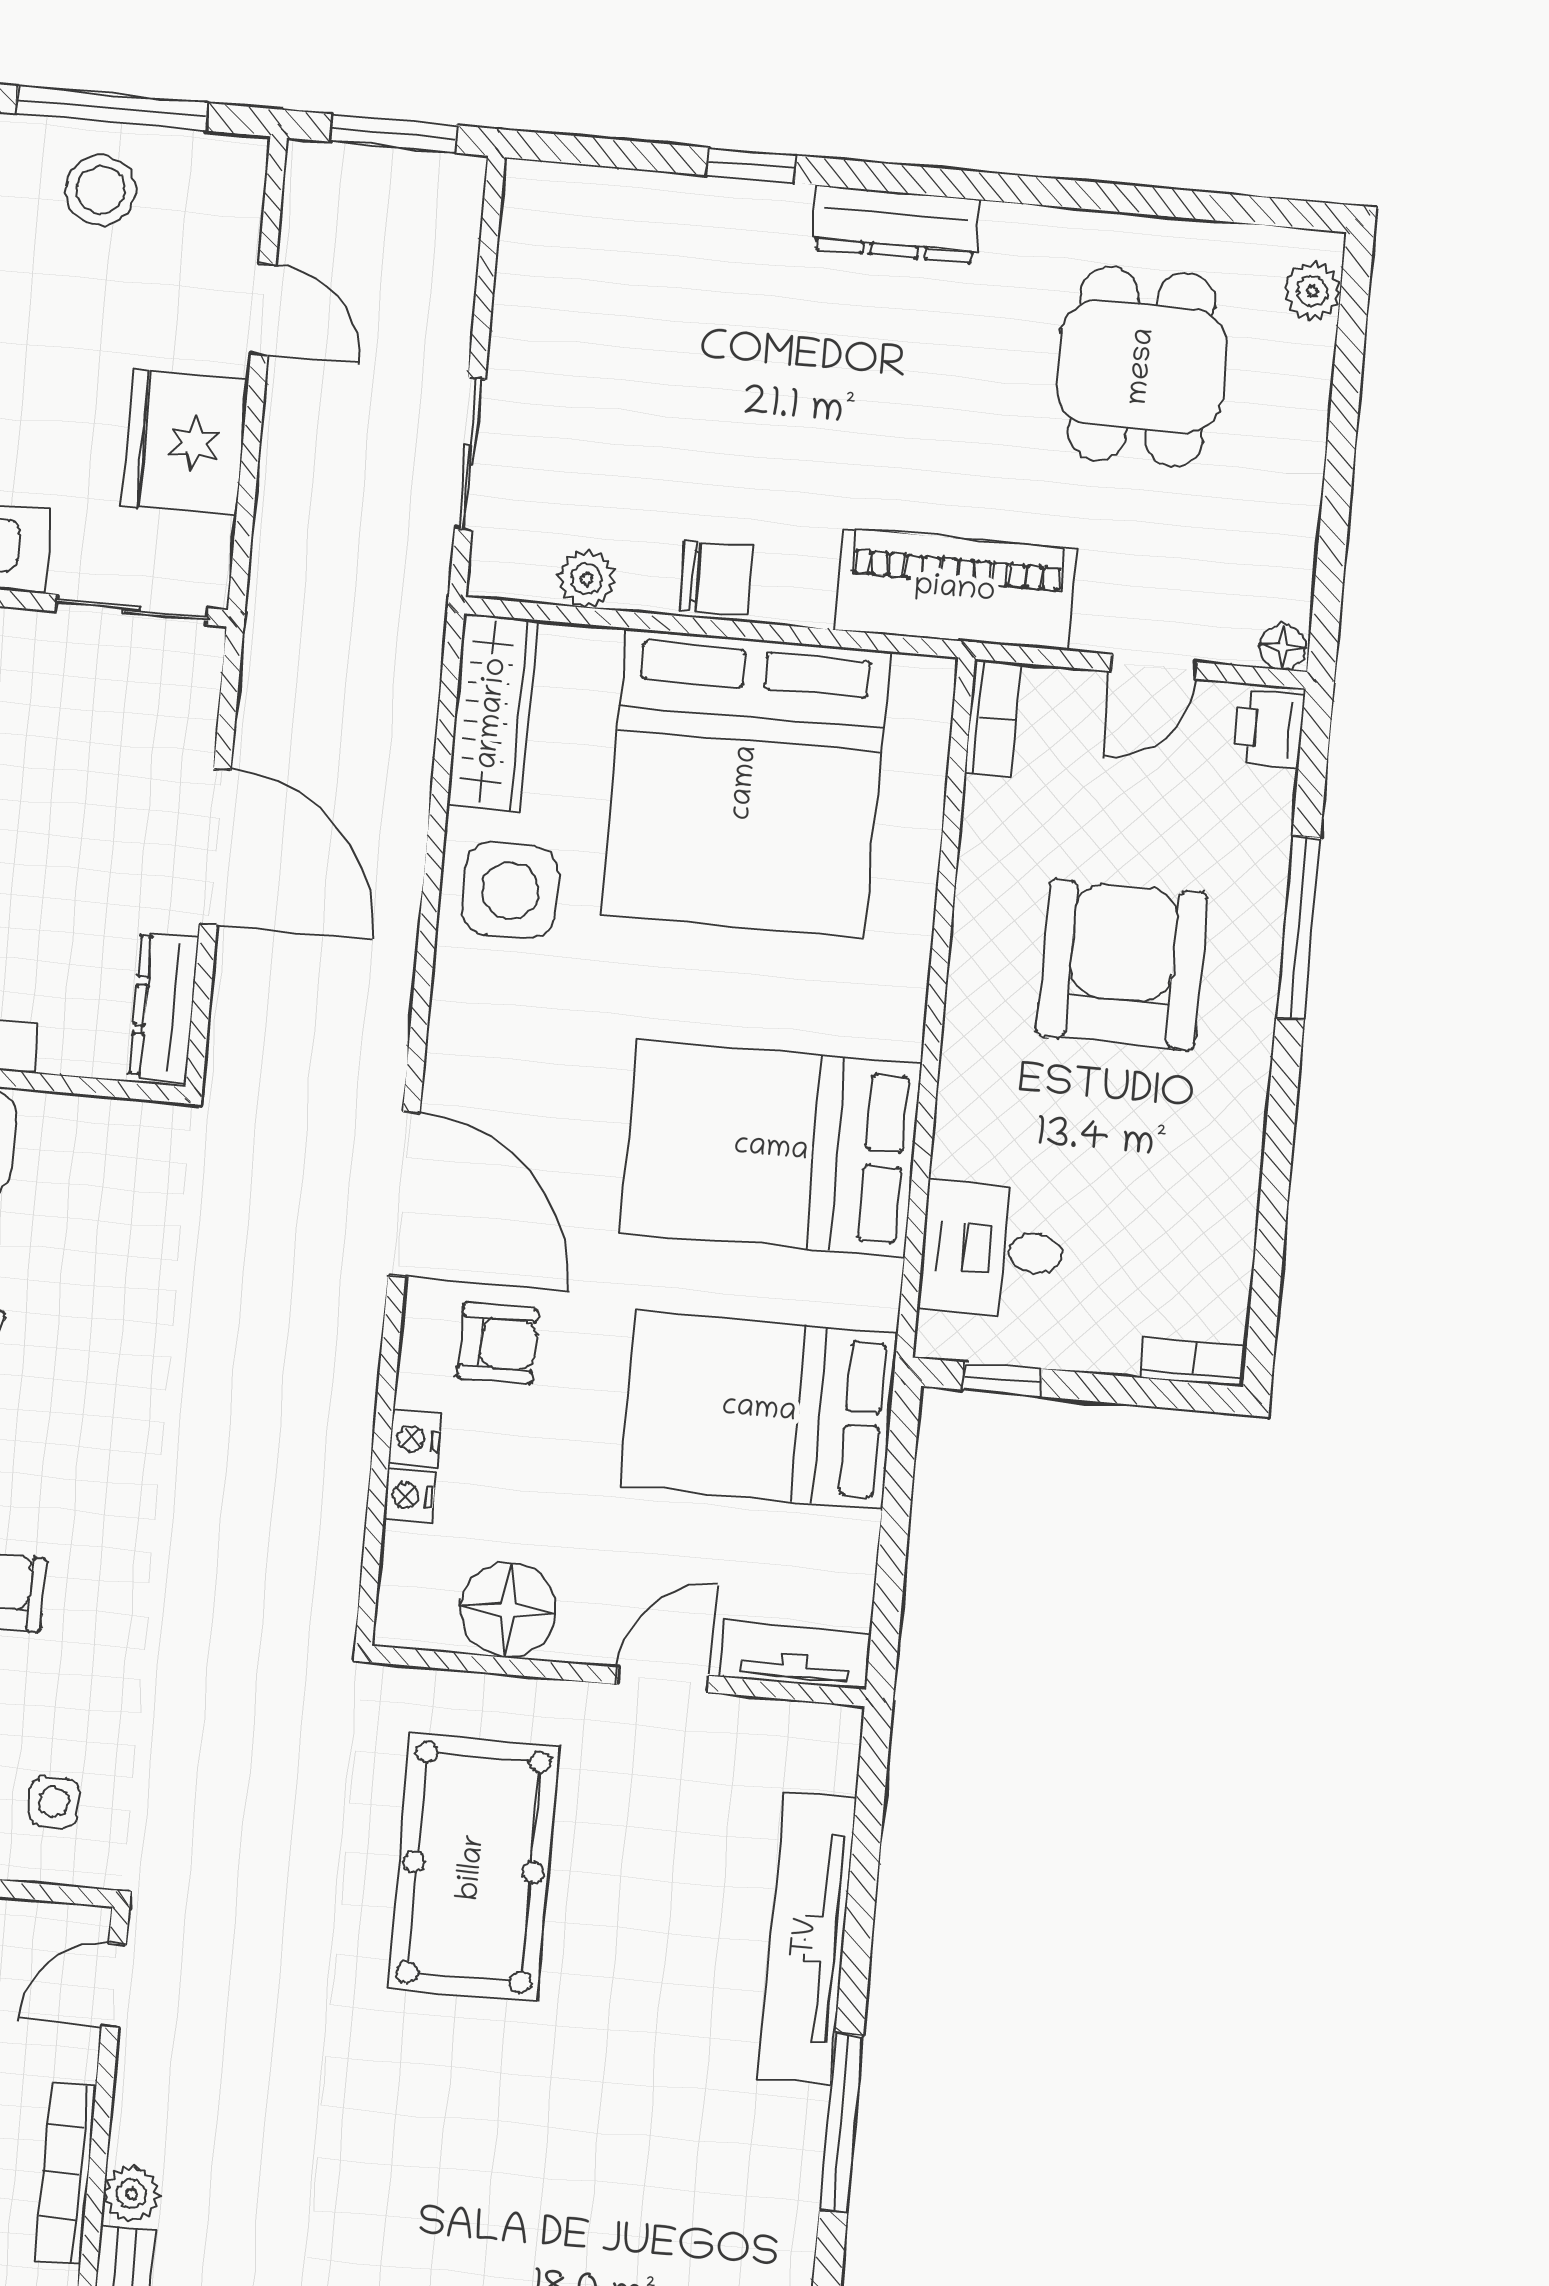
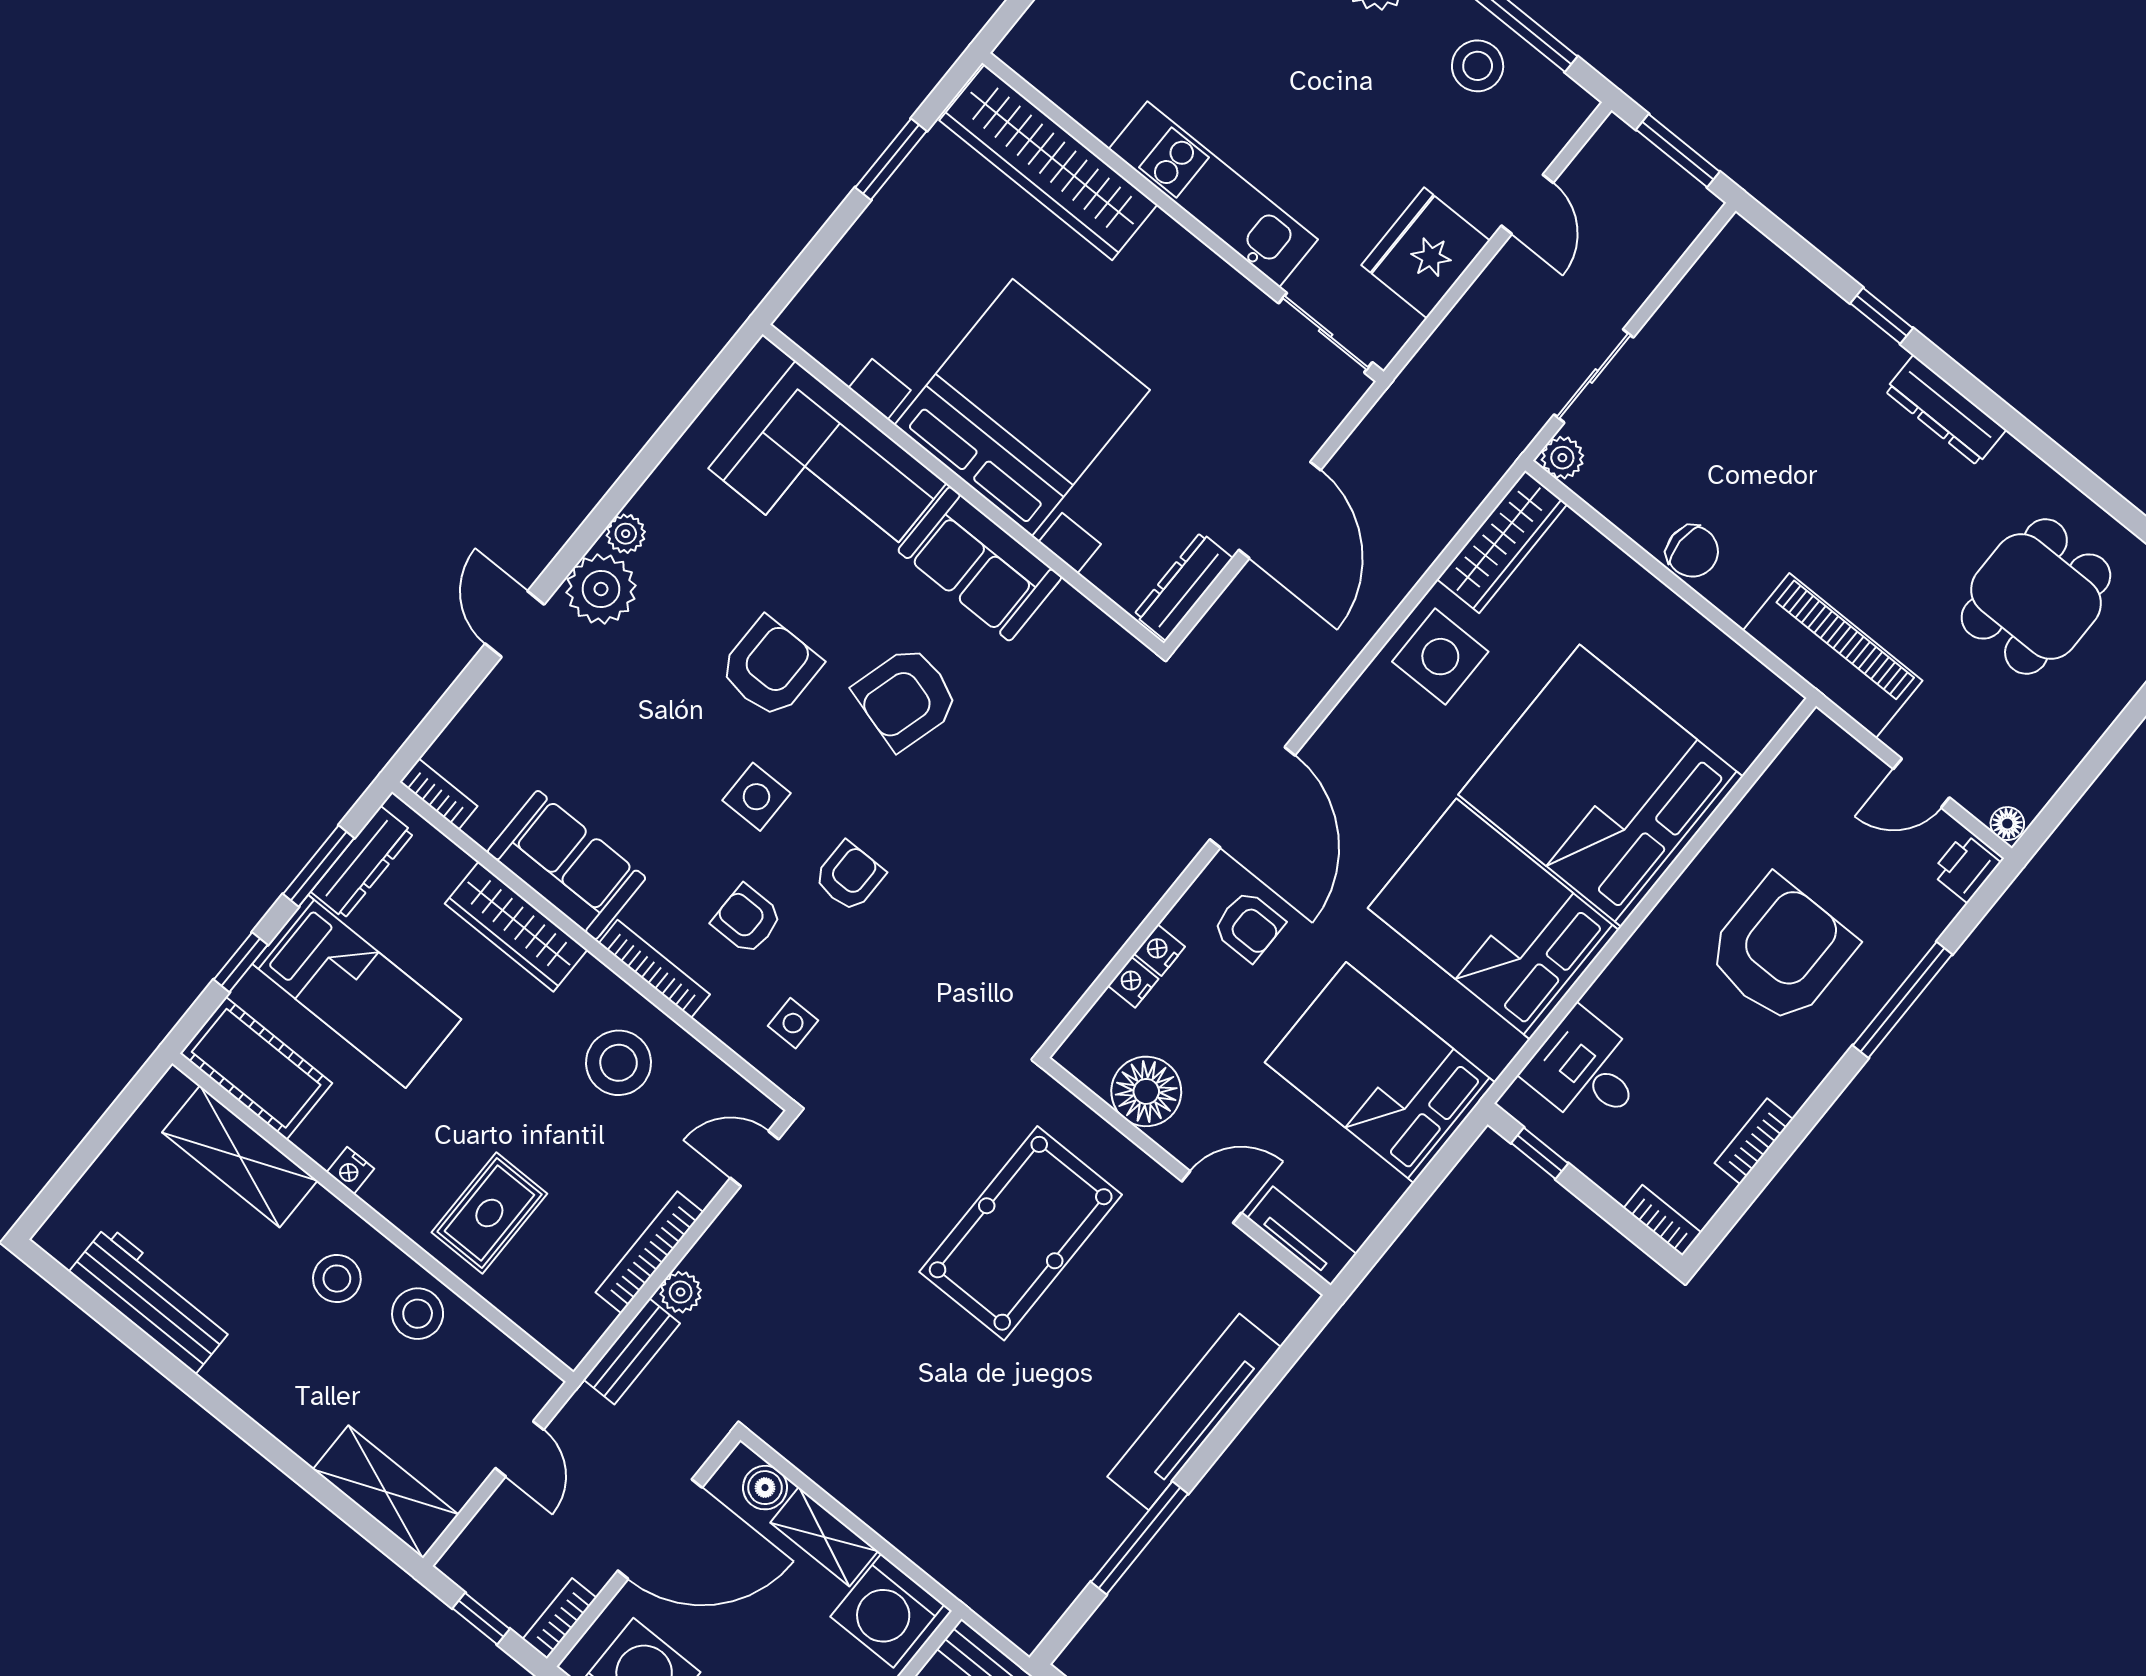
plant: (587, 579) -> (1562, 458), moved
bookcase: (993, 718) -> (1754, 1141), moved, turned 180
bed: (745, 783) -> (1601, 786), moved, turned 90

